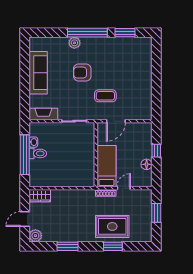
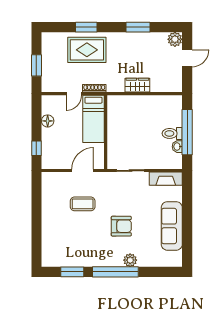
coffee table: (105, 96) -> (83, 204), moved
window: (156, 151) -> (36, 148), moved
wardrobe: (40, 196) -> (137, 85), moved

